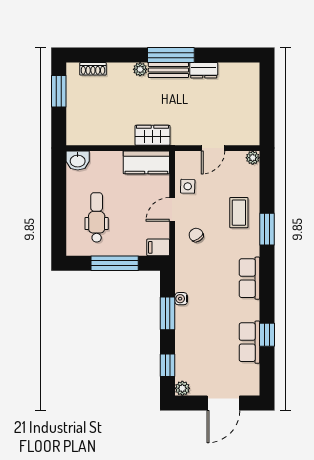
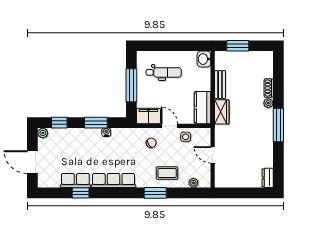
shoe rack: (93, 69) -> (269, 88), moved
bench: (168, 70) -> (220, 85), moved
dresser: (204, 70) -> (268, 178), moved
window: (59, 91) -> (238, 46), moved
plant: (253, 158) -> (193, 183), moved
filing cabinet: (158, 247) -> (148, 116), width x2.00
row of seats: (249, 278) -> (114, 181), width x1.48

